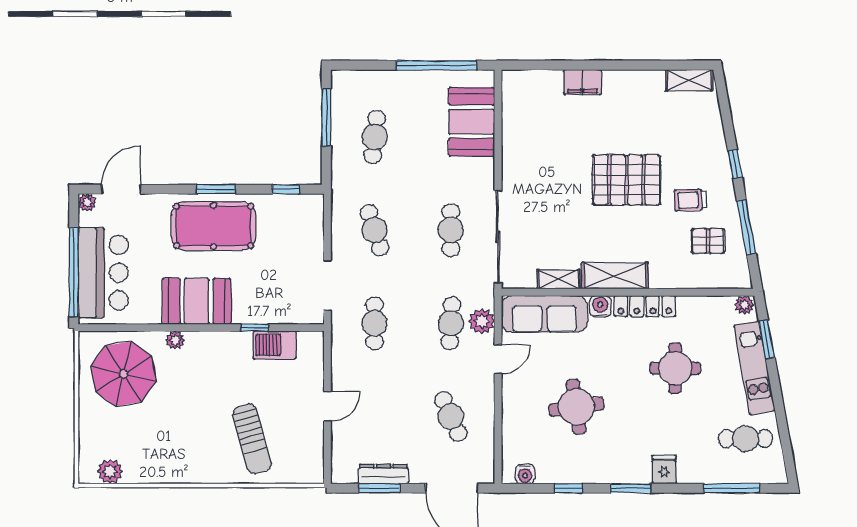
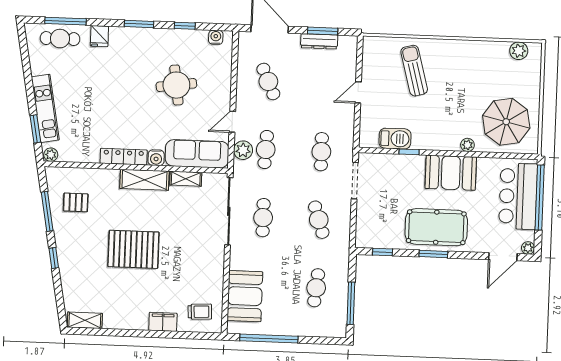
trolley: (690, 200) -> (200, 312), moved
round table: (675, 368) -> (103, 110), removed
cafe table: (746, 439) -> (60, 39), moved
fridge: (664, 470) -> (99, 36), moved

